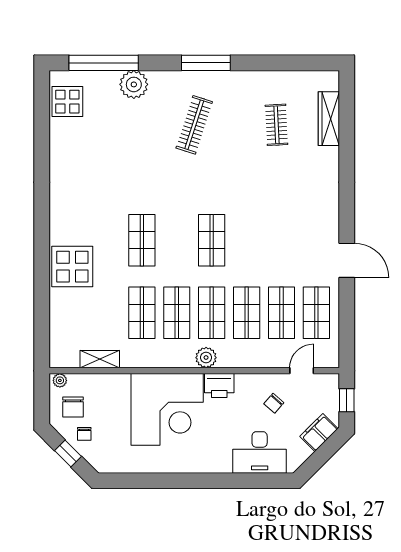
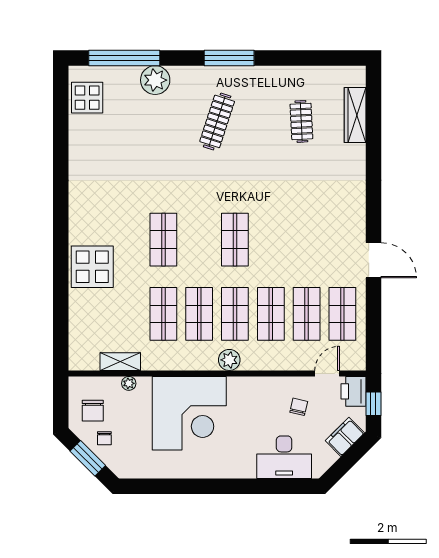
plant: (60, 380) -> (129, 383), moved
printer: (219, 386) -> (353, 391), moved, turned 90
chair: (274, 403) -> (299, 407), turned 152
window: (68, 453) -> (88, 458), width x1.50

